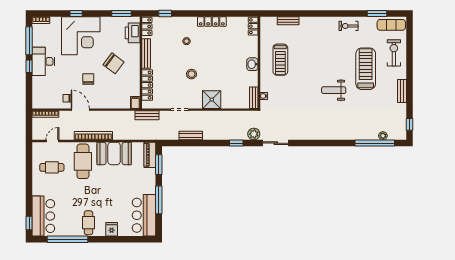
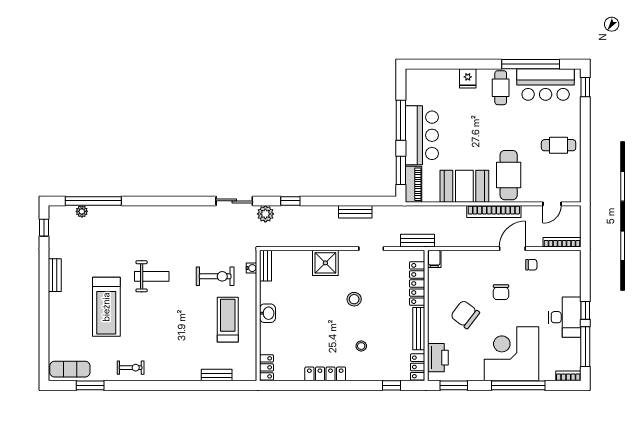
window: (76, 13) -> (518, 385), width x3.17
exercise bike: (394, 53) -> (215, 276), moved, turned -90
door: (80, 110) -> (512, 249), swing flipped
cafe table: (52, 167) -> (559, 145), moved
bar counter: (144, 215) -> (422, 135), moved
bar counter: (43, 216) -> (546, 85), moved, turned -90

